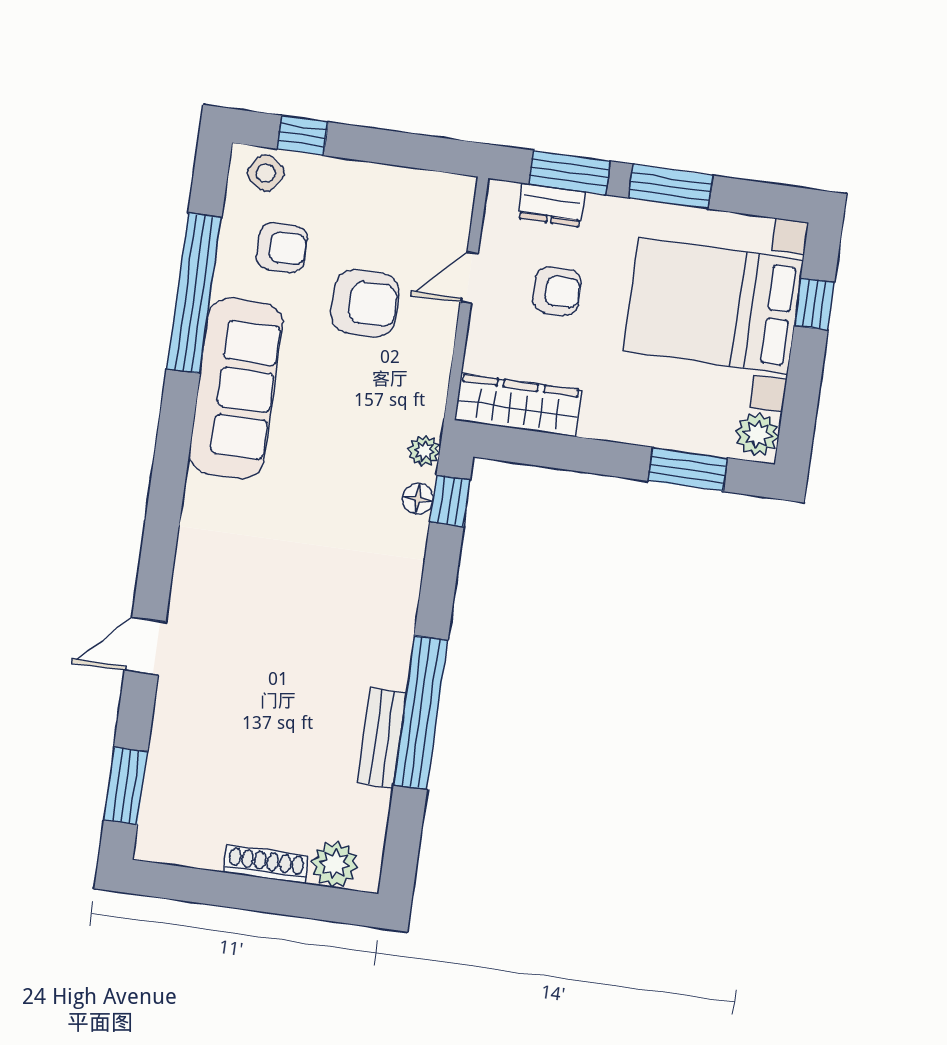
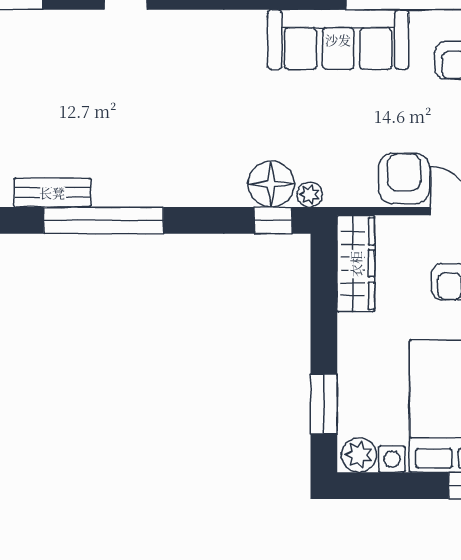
armchair: (365, 303) -> (404, 178), moved, turned 180
floor lamp: (418, 499) -> (271, 184), width x1.89, depth x1.89
bench: (382, 738) -> (52, 193), moved

